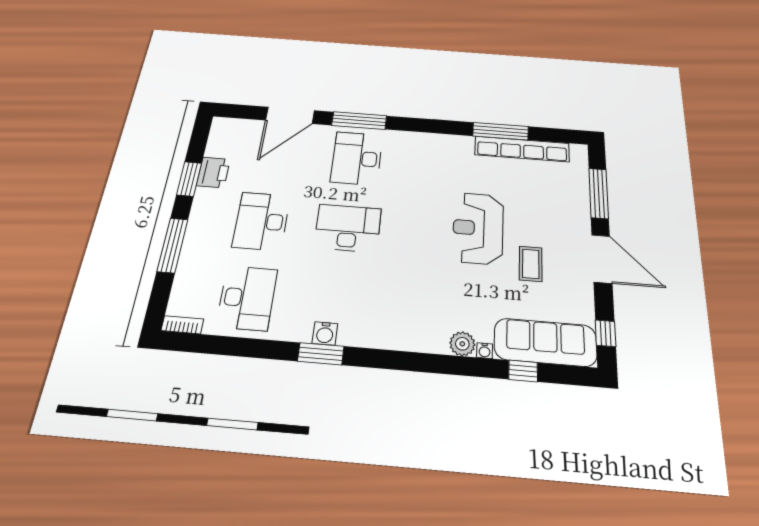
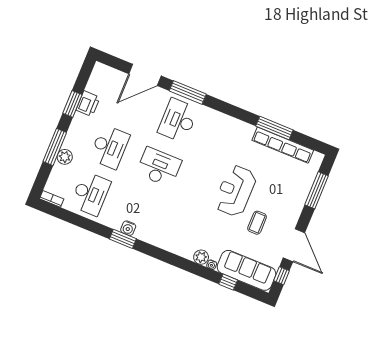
desk: (262, 221) -> (110, 147), turned 180
plant: (192, 255) -> (65, 157), added
door: (602, 259) -> (294, 245), moved

